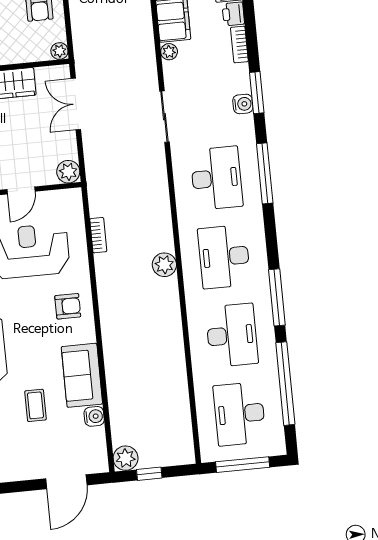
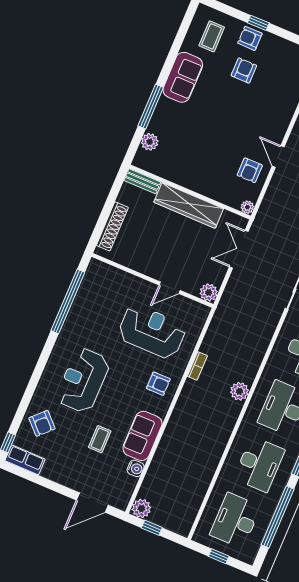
bookcase: (98, 235) -> (197, 366), moved
window: (243, 465) -> (219, 556), width x0.46

